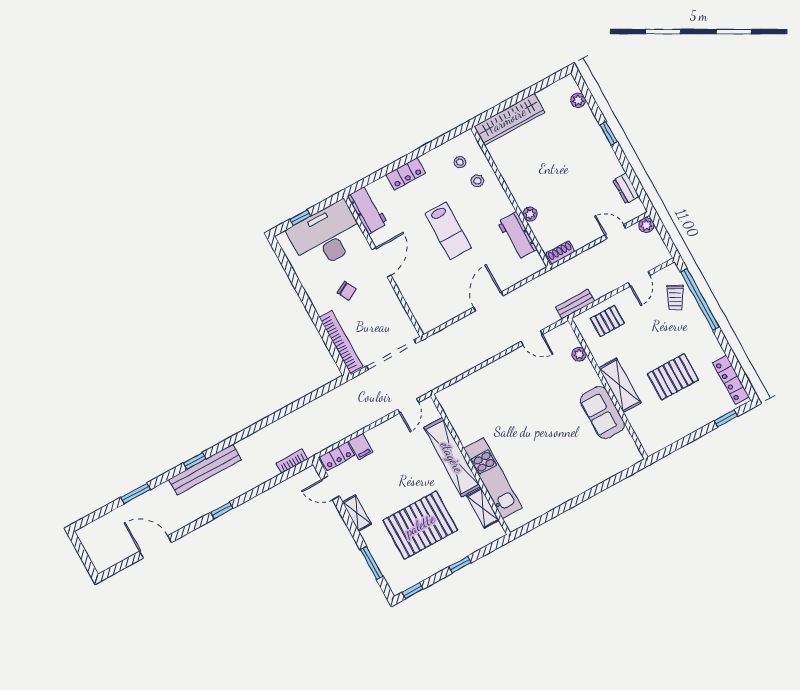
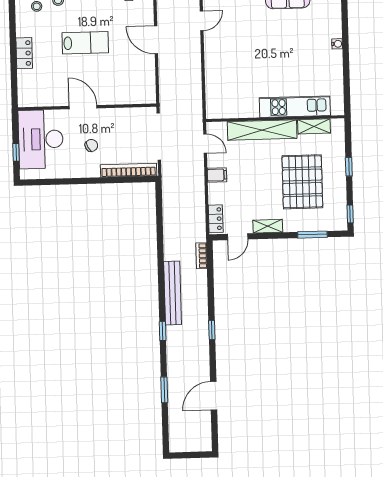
workbench: (368, 210) -> (37, 97), removed
filing cabinet: (361, 446) -> (217, 175), moved
bench: (205, 470) -> (173, 293), moved
water cooler: (579, 488) -> (337, 44), added

